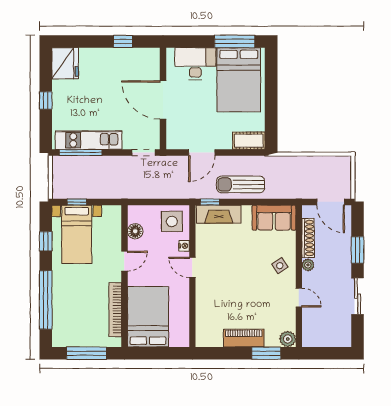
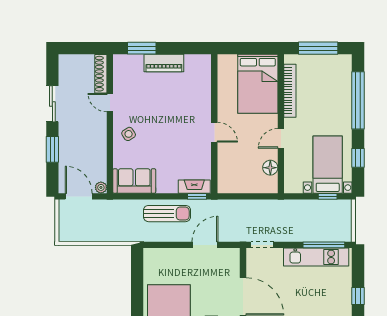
cot: (249, 141) -> (159, 256), removed
fireplace: (219, 214) -> (194, 187), width x0.73, depth x0.76
side table: (172, 221) -> (234, 177), removed
shoe rack: (308, 238) -> (101, 74), moved
nightstand: (184, 246) -> (222, 153), removed
plant: (308, 265) -> (101, 187), moved
plant: (288, 339) -> (121, 62), removed

